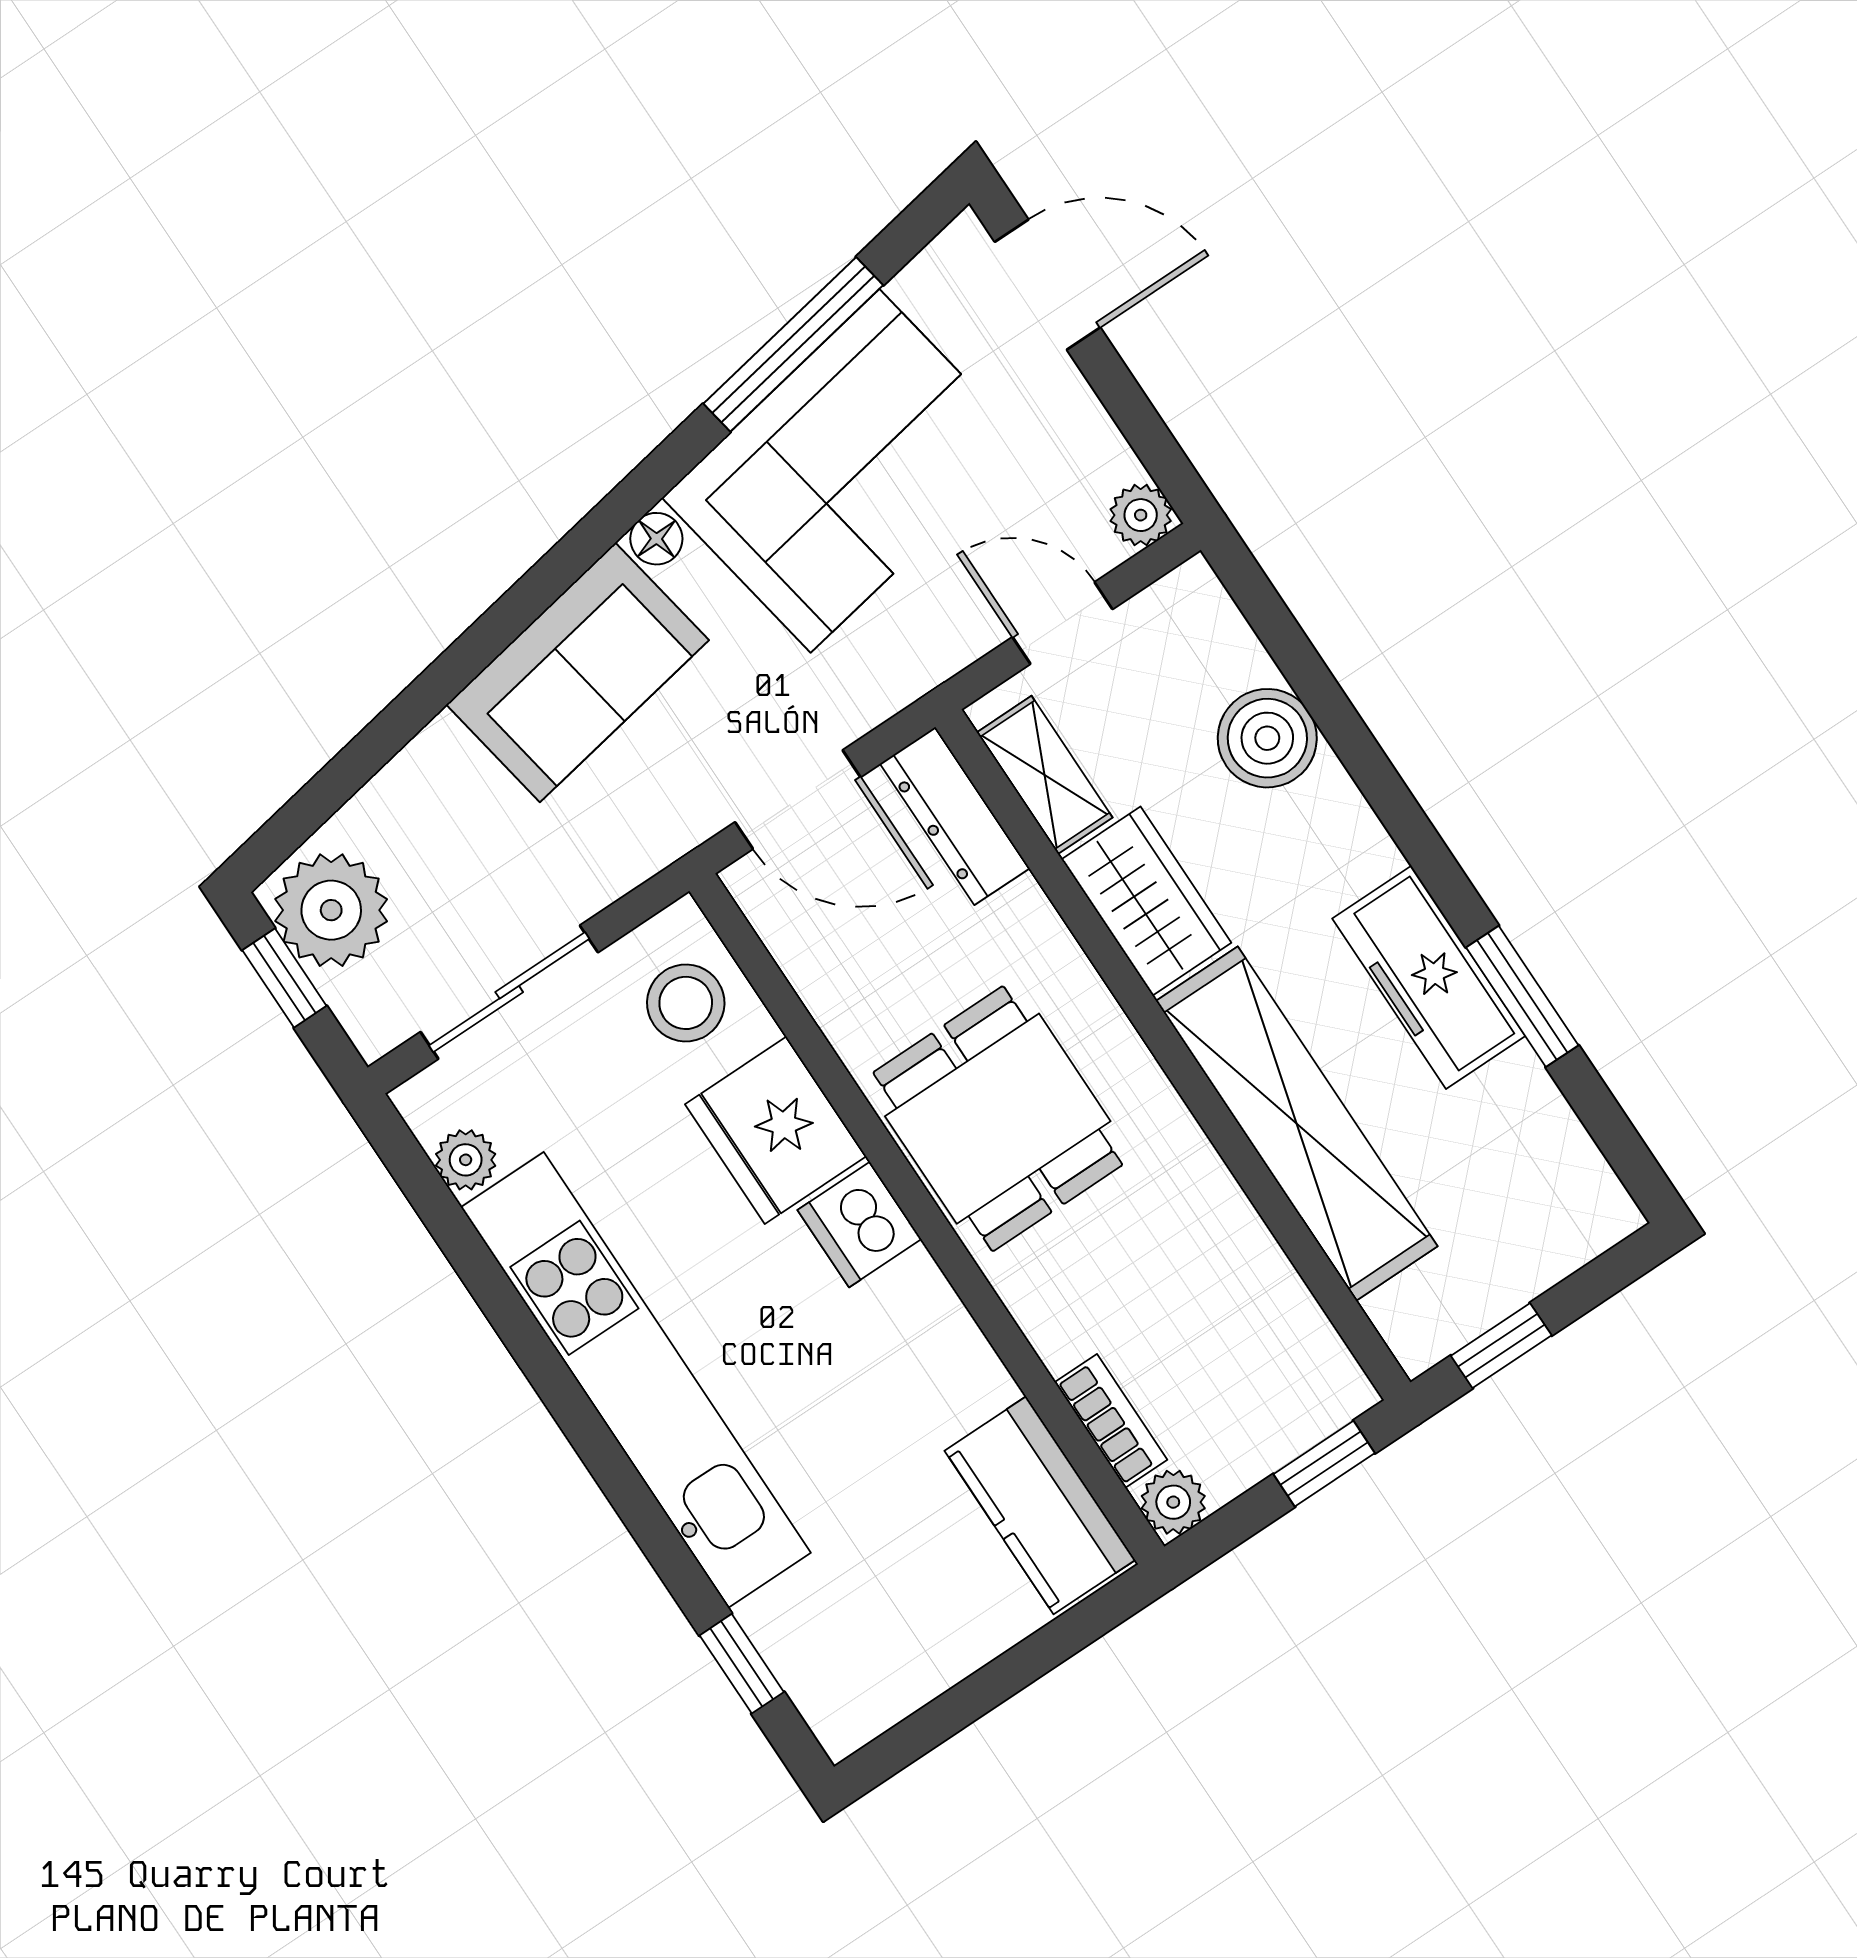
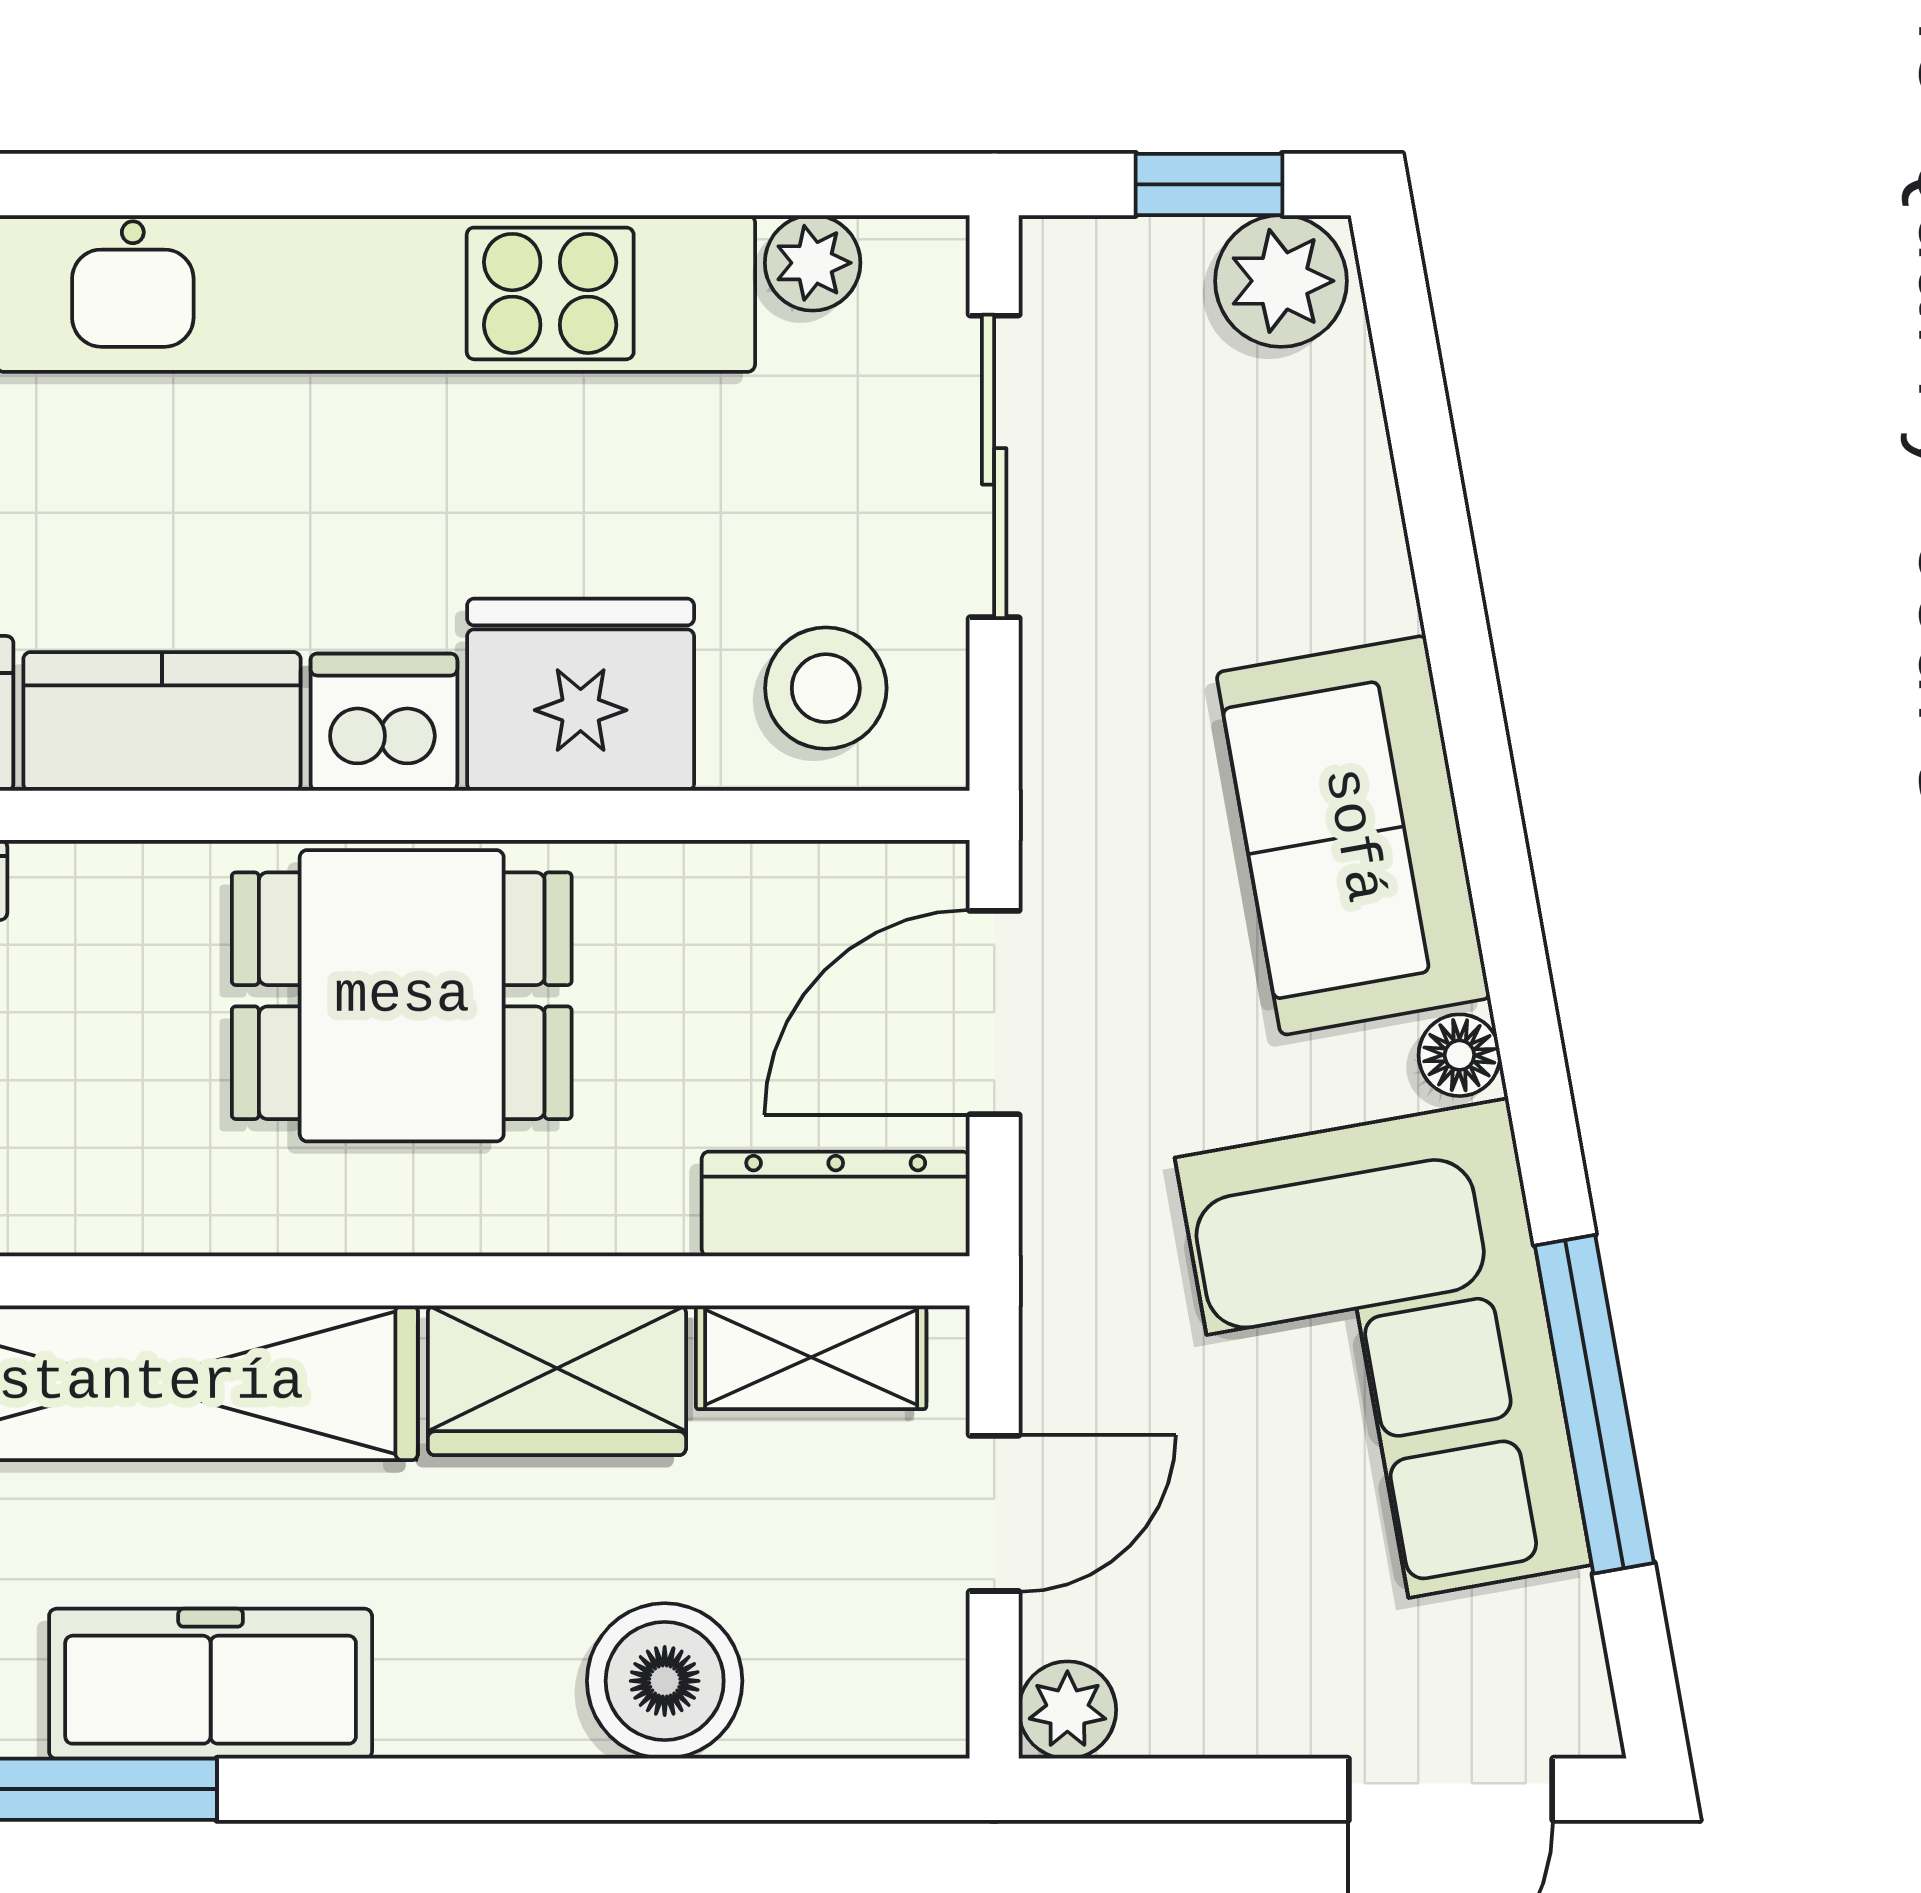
plant: (331, 910) -> (1281, 281), width x0.73, depth x0.73
kitchen counter: (937, 1342) -> (162, 721), added

